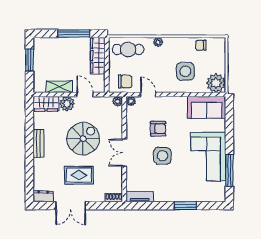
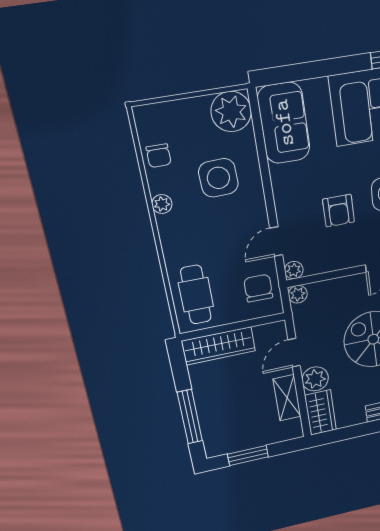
window: (74, 34) -> (190, 417), moved
plant: (158, 42) -> (162, 204), moved
armchair: (158, 129) -> (338, 211), turned 180

